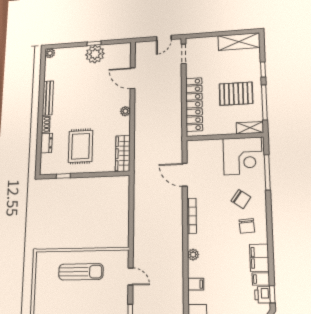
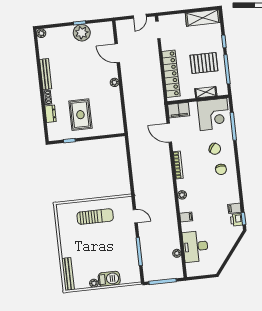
shelving: (250, 128) -> (206, 92), moved
wardrobe: (123, 153) -> (117, 118), removed
filing cabinet: (259, 258) -> (179, 110), moved, turned -90

